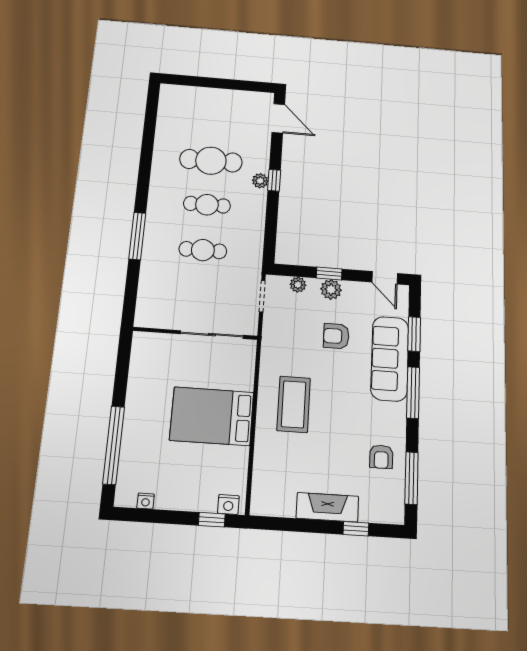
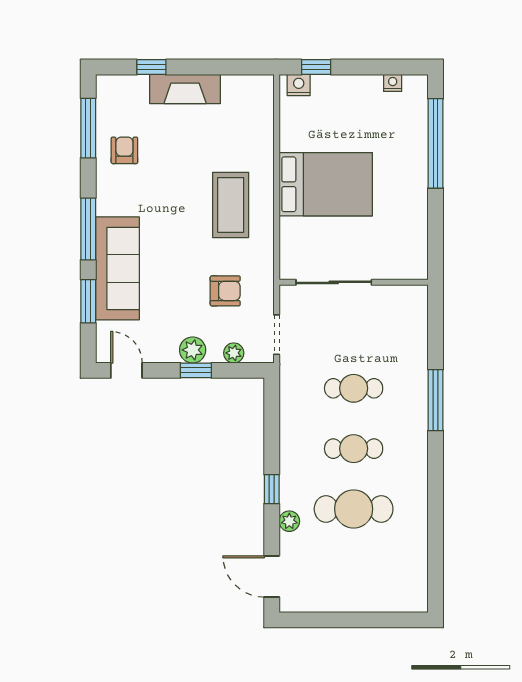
plant: (260, 181) -> (289, 521), moved
armchair: (336, 336) -> (225, 291), moved

